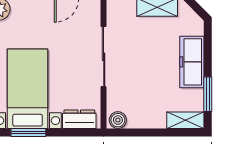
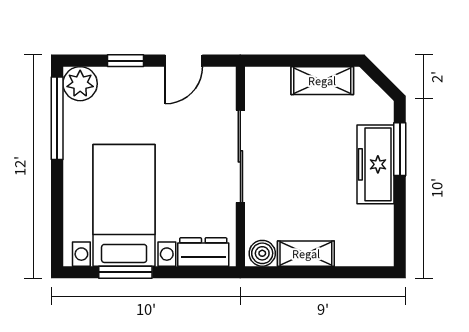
window: (208, 94) -> (400, 149), moved
shelving: (185, 120) -> (306, 254), moved

